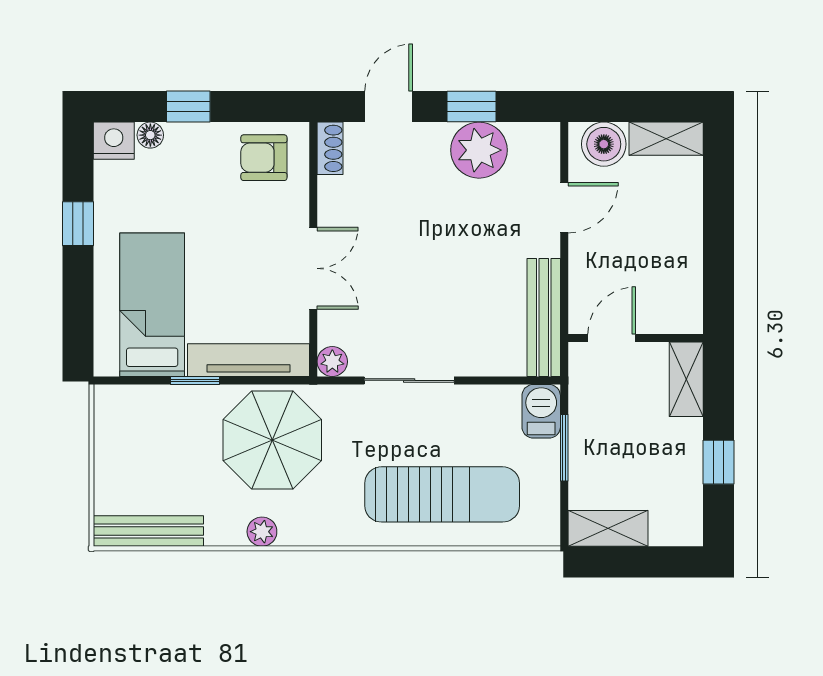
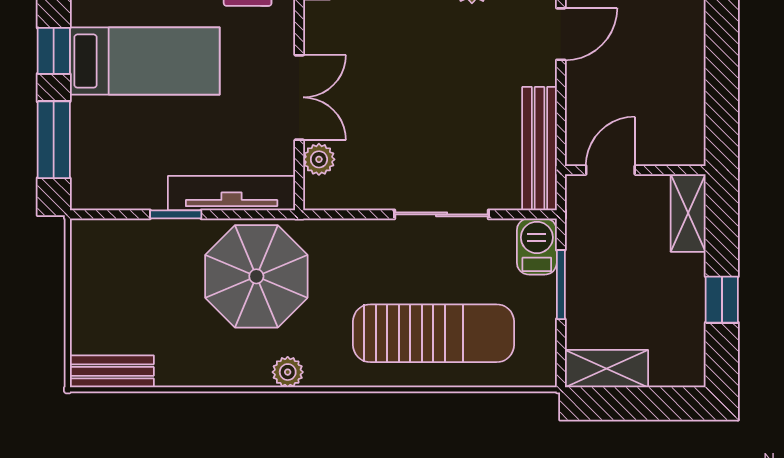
bed: (152, 305) -> (145, 61), moved, turned 90
window: (78, 309) -> (54, 140), added
plant: (332, 362) -> (319, 159), moved
sliding door: (409, 380) -> (442, 214), moved
bench: (148, 531) -> (112, 371), width x0.73
plant: (262, 532) -> (288, 372), moved

